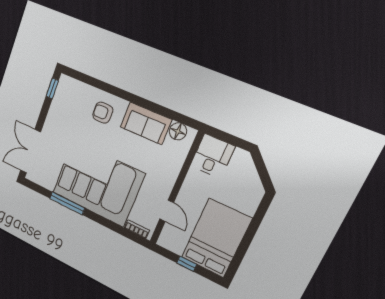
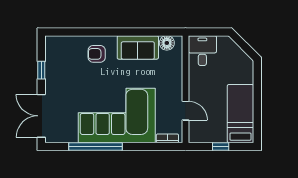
window: (52, 88) -> (41, 70), moved
window: (67, 203) -> (96, 146), width x1.46
bed: (216, 238) -> (240, 114), width x0.67

